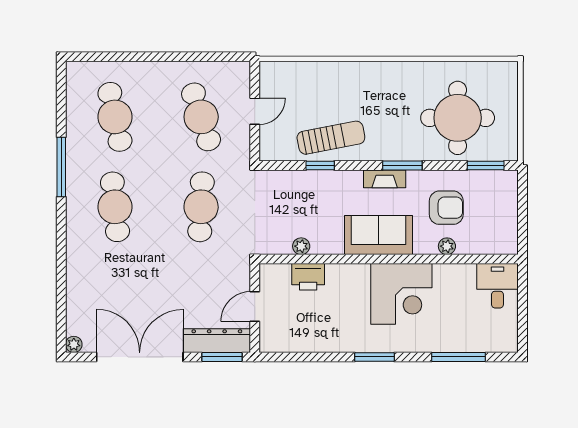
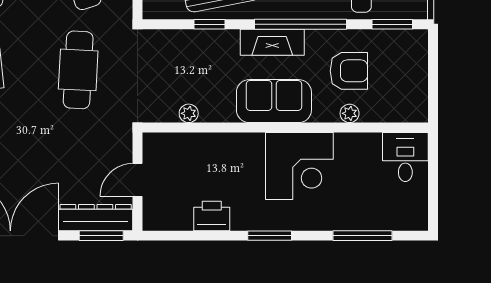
window: (402, 165) -> (300, 24), width x2.11
fireplace: (385, 179) -> (272, 42), width x1.37, depth x1.32
printer: (308, 277) -> (212, 216), moved, turned 180

